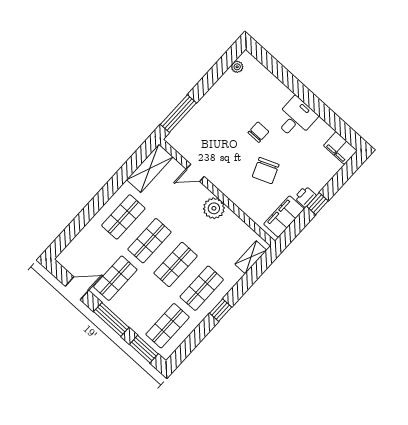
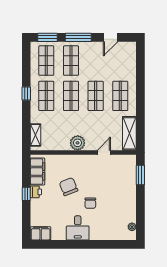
window: (178, 114) -> (140, 175), width x0.69
shop shelf: (115, 278) -> (71, 61), moved

